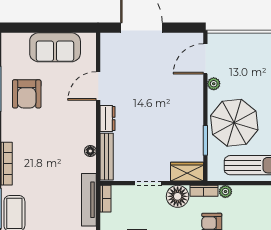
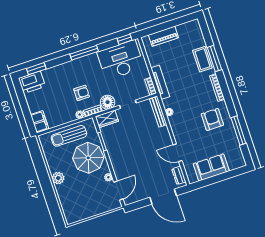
door: (98, 86) -> (178, 153), swing flipped
armchair: (27, 94) -> (212, 119), moved
dresser: (107, 119) -> (179, 175), moved

